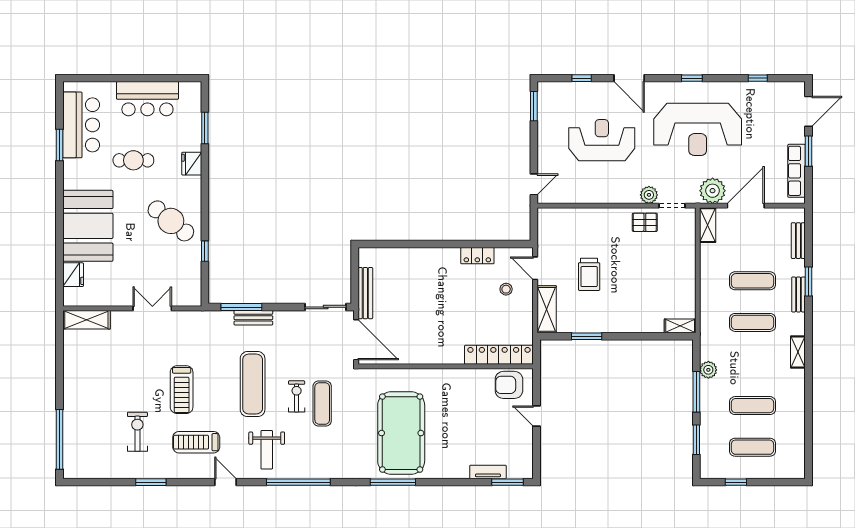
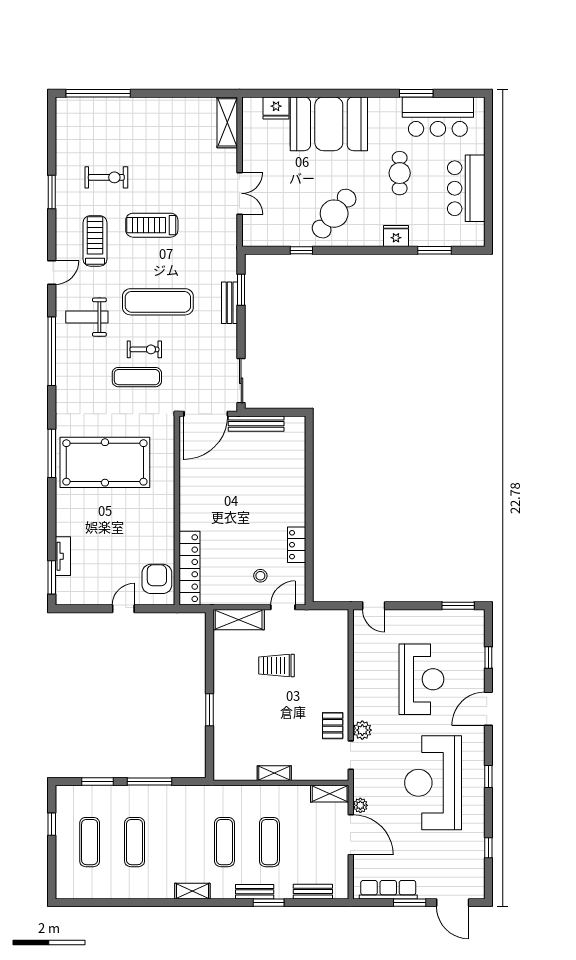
plant: (713, 191) -> (360, 805), width x0.53, depth x0.53
window: (241, 307) -> (241, 290), width x0.69
shelving: (680, 326) -> (274, 773), moved, turned 90
window: (587, 336) -> (210, 710), moved
plant: (708, 370) -> (173, 794), removed

